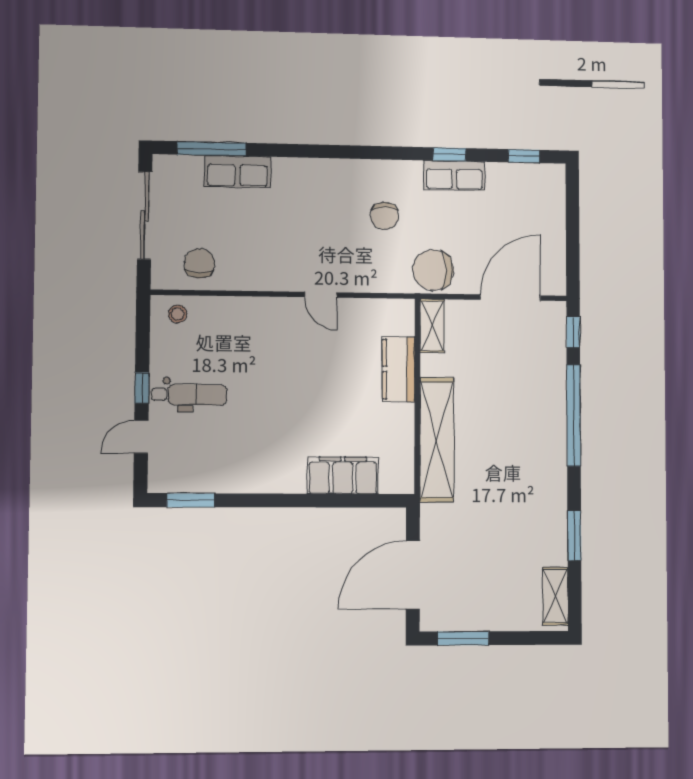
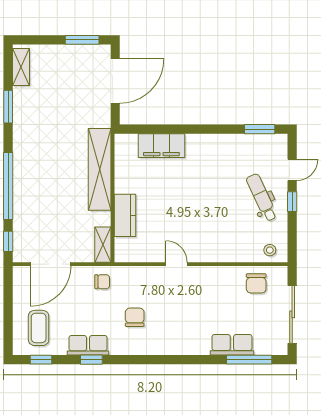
coffee table: (528, 203) -> (39, 328), added
chair: (433, 270) -> (102, 282), width x0.54, depth x0.54
dental chair: (189, 395) -> (262, 197), turned 65

